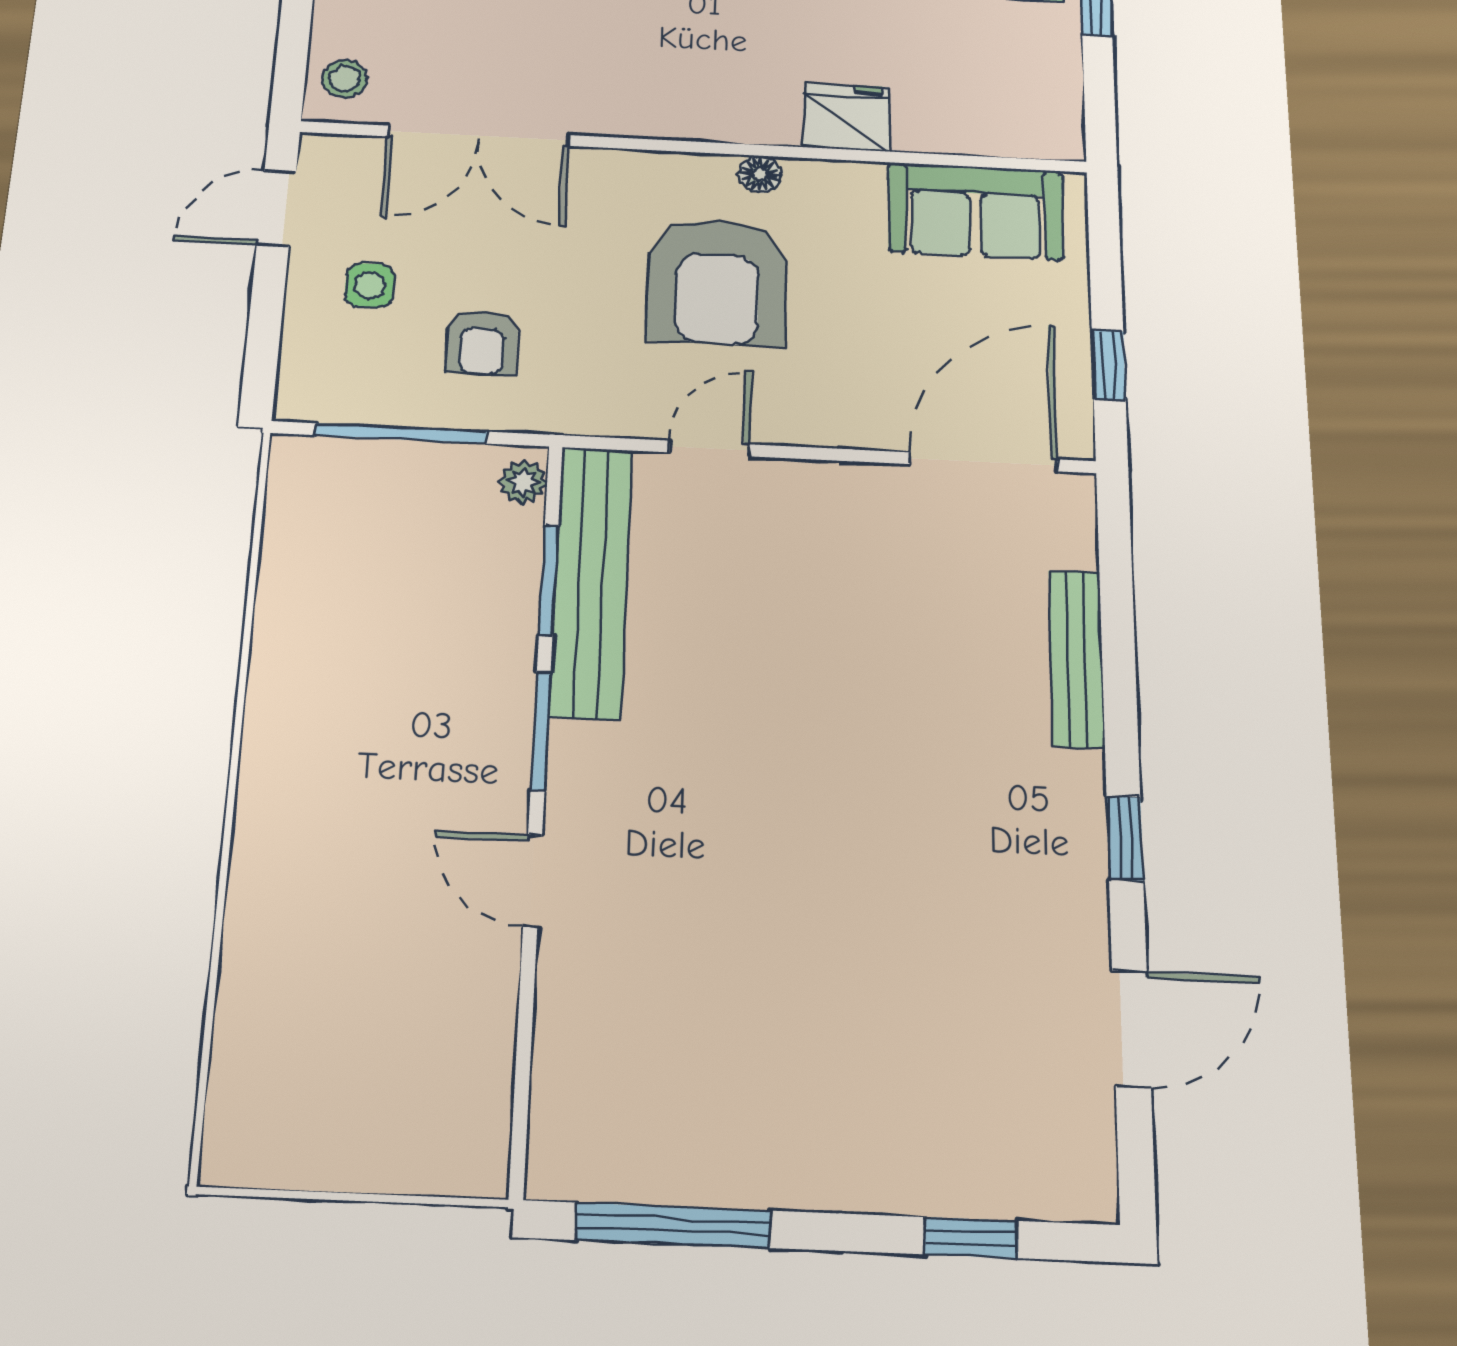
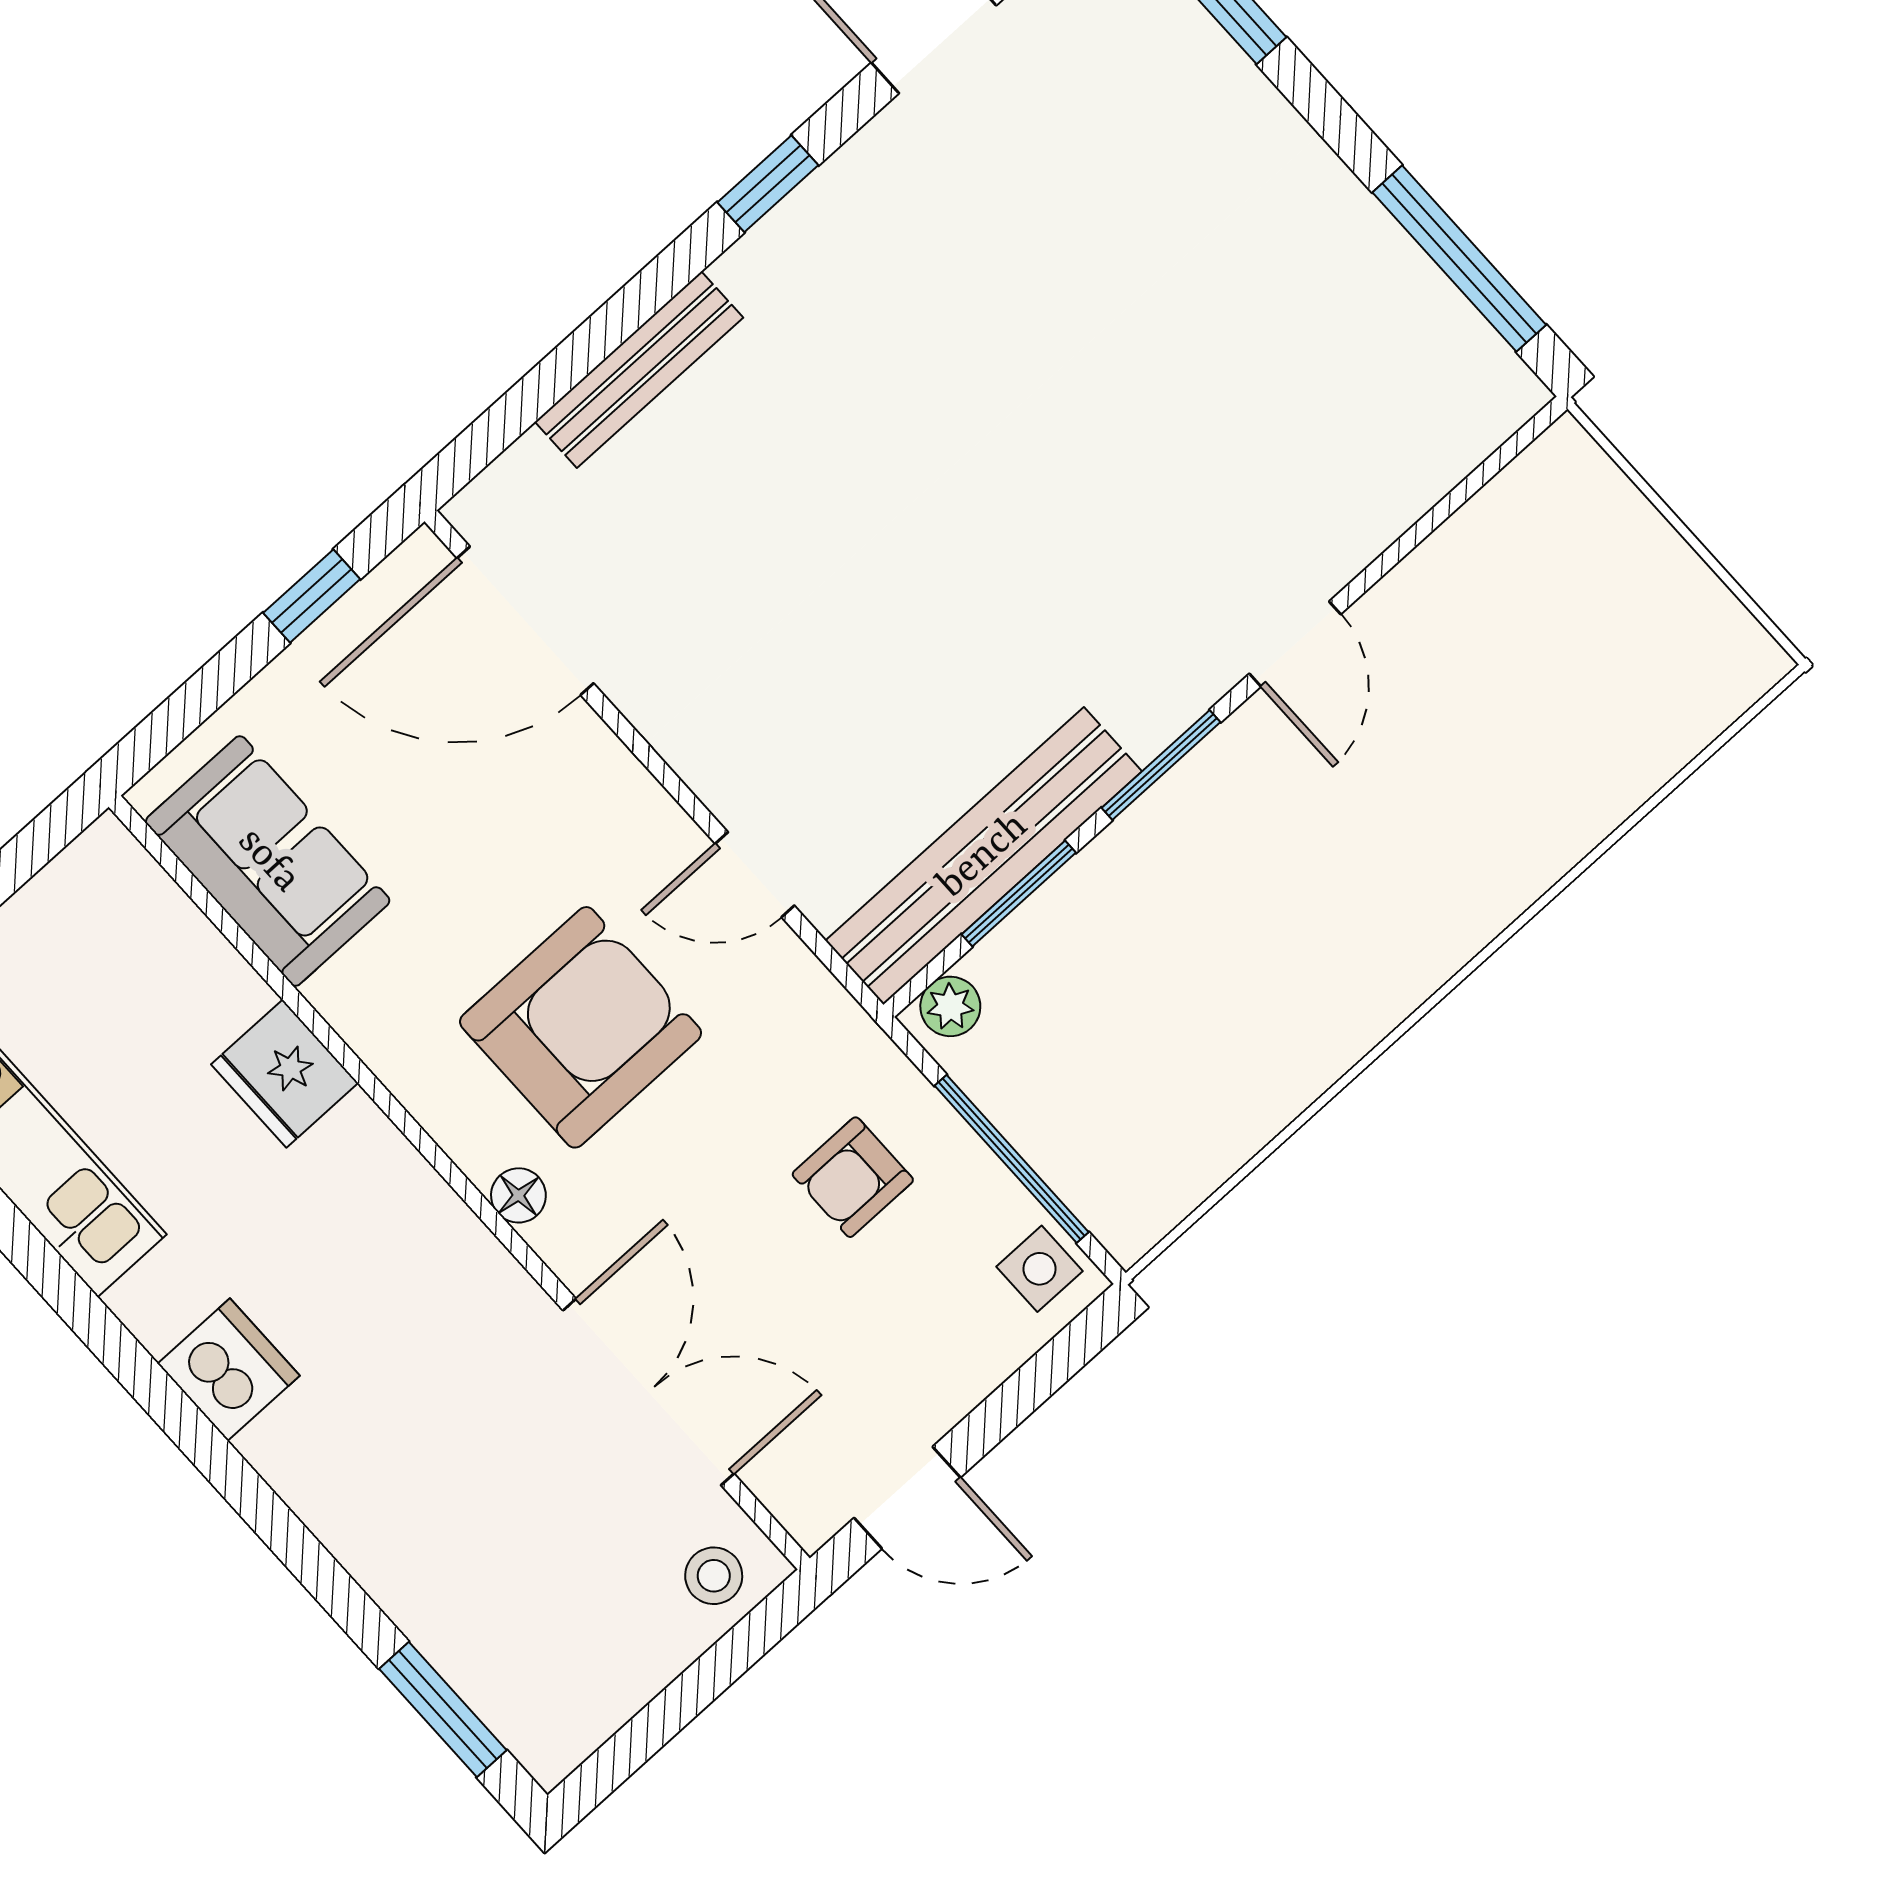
floor lamp: (760, 174) -> (518, 1195), moved
side table: (370, 285) -> (1040, 1269), moved
armchair: (482, 342) -> (853, 1177), turned 180

